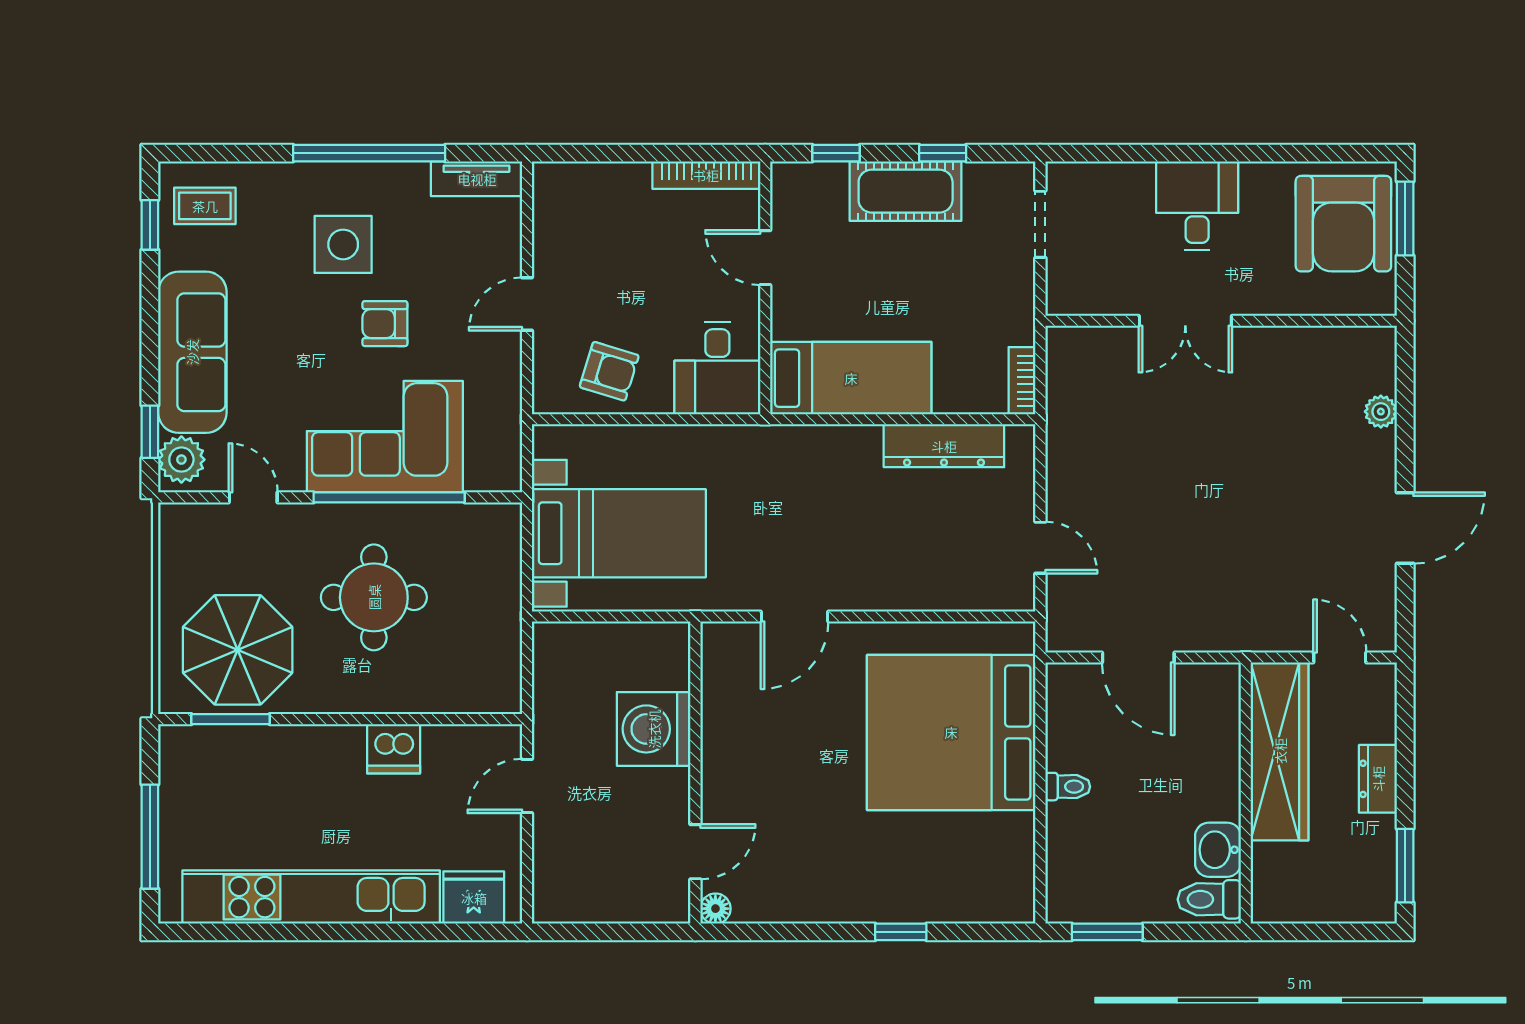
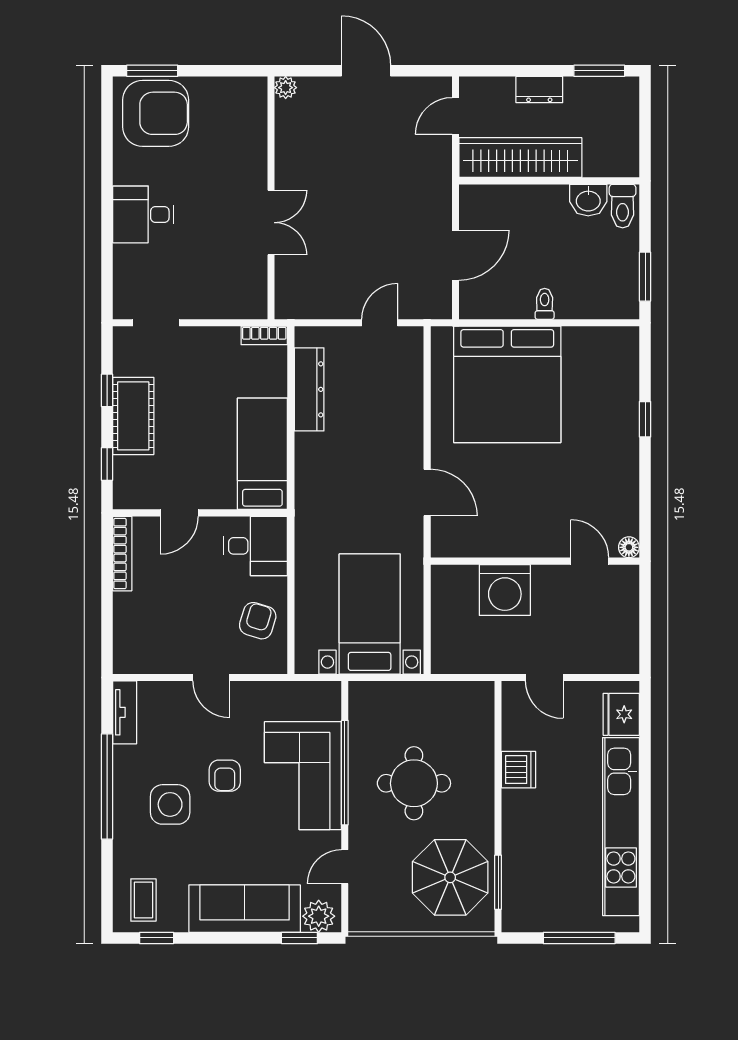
double door: (1185, 321) -> (271, 223), moved
wall: (1221, 321) -> (271, 198), moved

